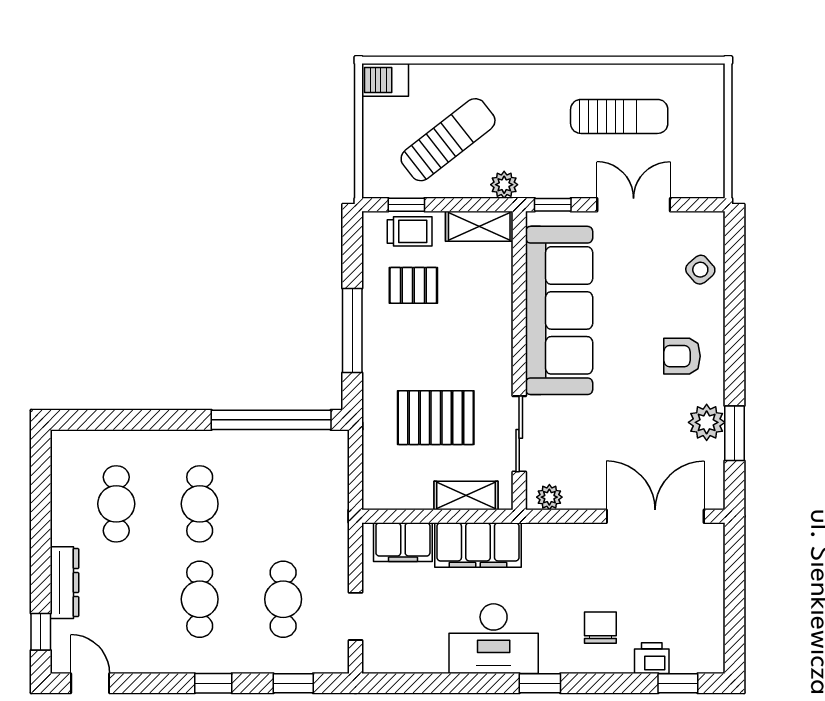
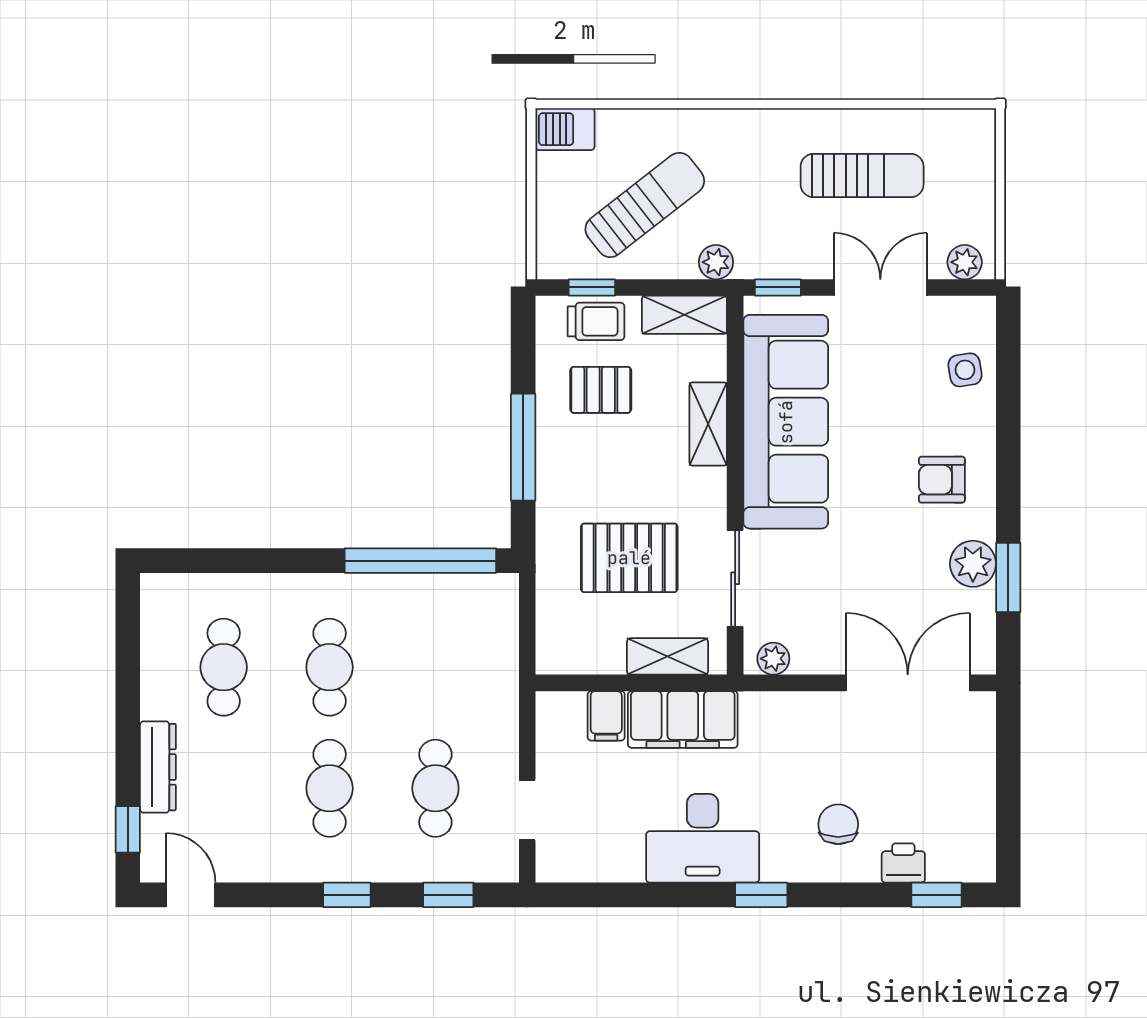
plant: (700, 185) -> (965, 262), added
side table: (700, 270) -> (965, 370), turned 32
shelving: (498, 312) -> (708, 424), added
filing cabinet: (403, 542) -> (606, 716), width x0.50

